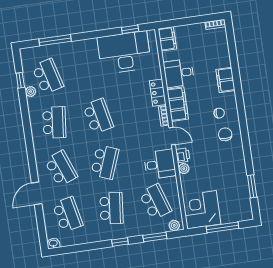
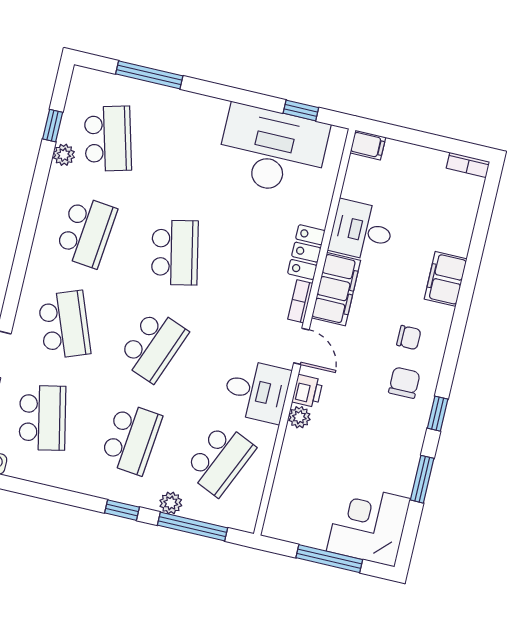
filing cabinet: (167, 39) -> (368, 145), width x0.50
window: (246, 142) -> (438, 414), added
window: (252, 186) -> (422, 479), moved
school desk: (155, 202) -> (220, 460), turned 42
corner desk: (202, 210) -> (368, 525), moved
plant: (174, 225) -> (171, 503), moved
window: (155, 237) -> (192, 527), width x1.44

